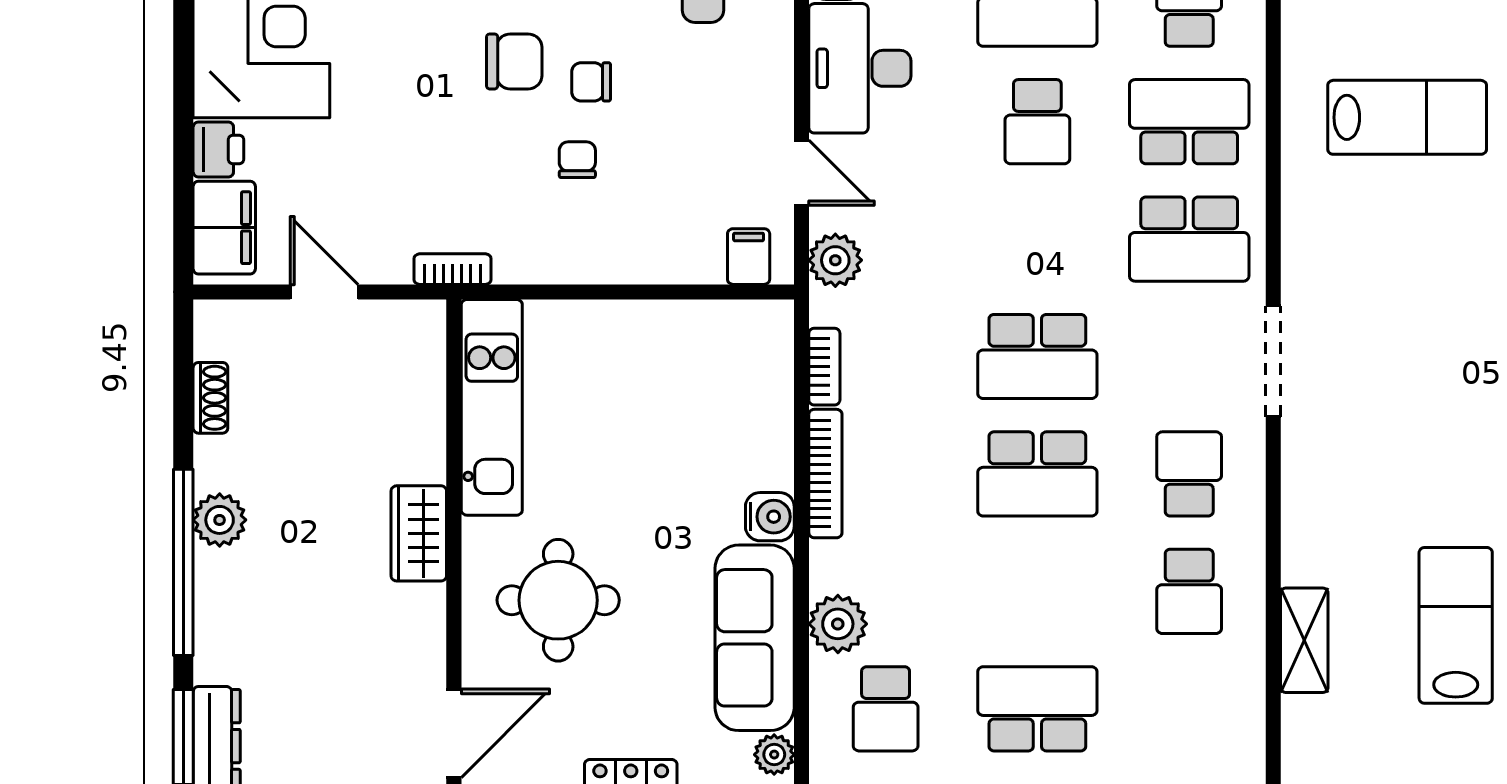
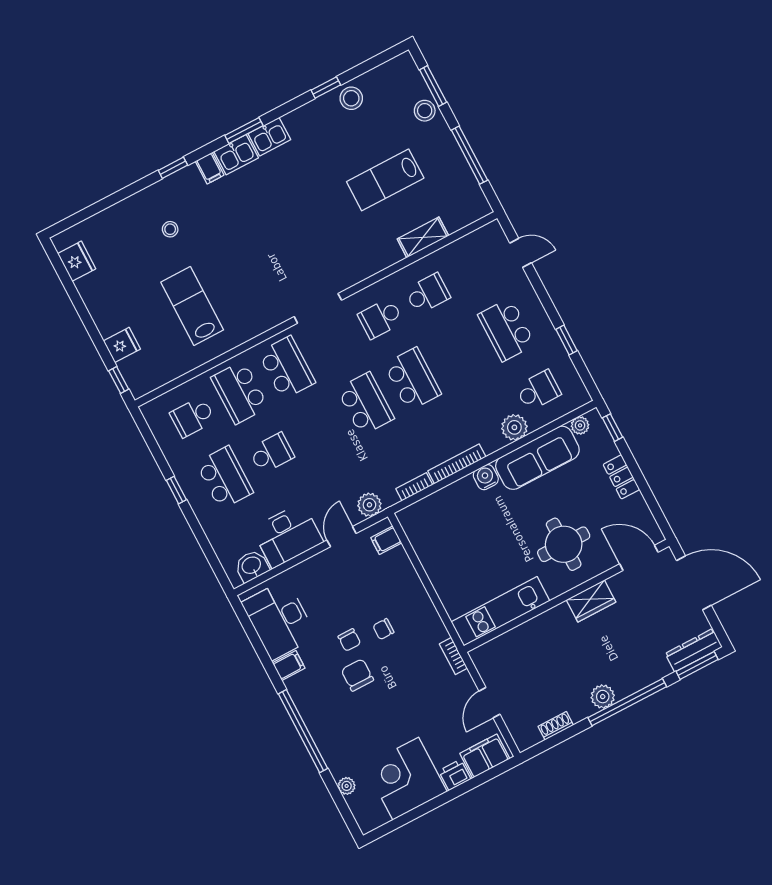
wardrobe: (419, 533) -> (591, 601), moved

